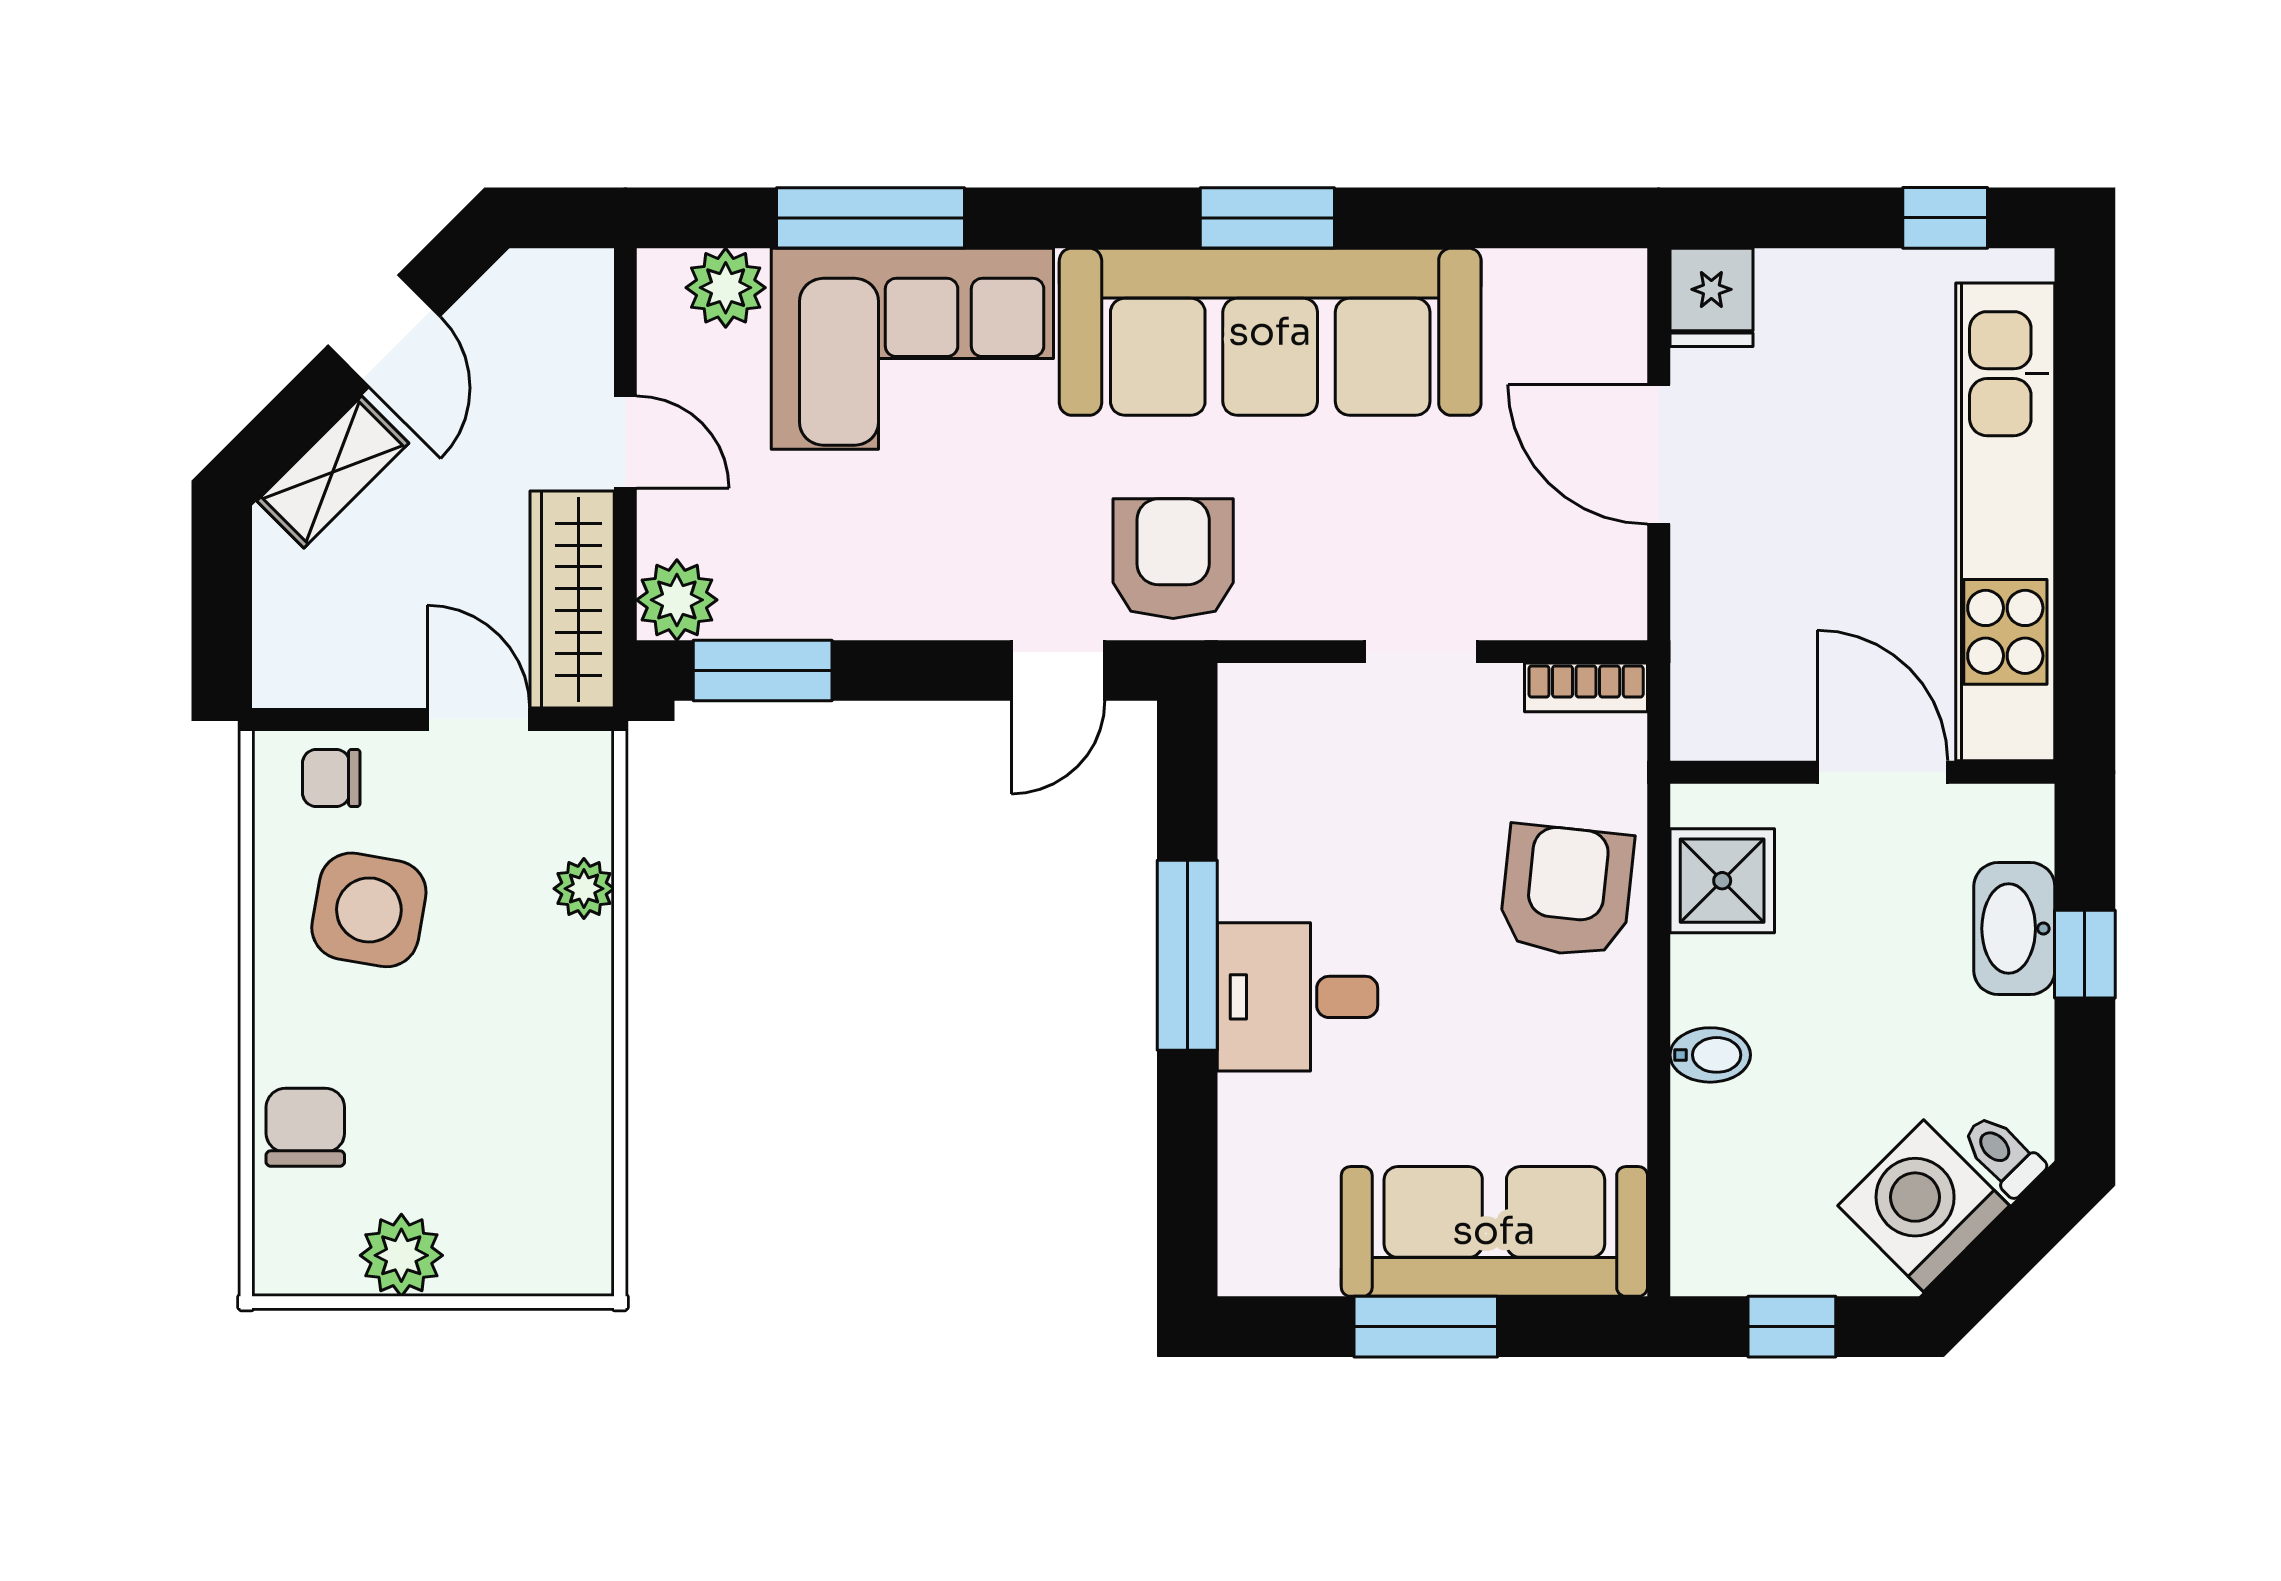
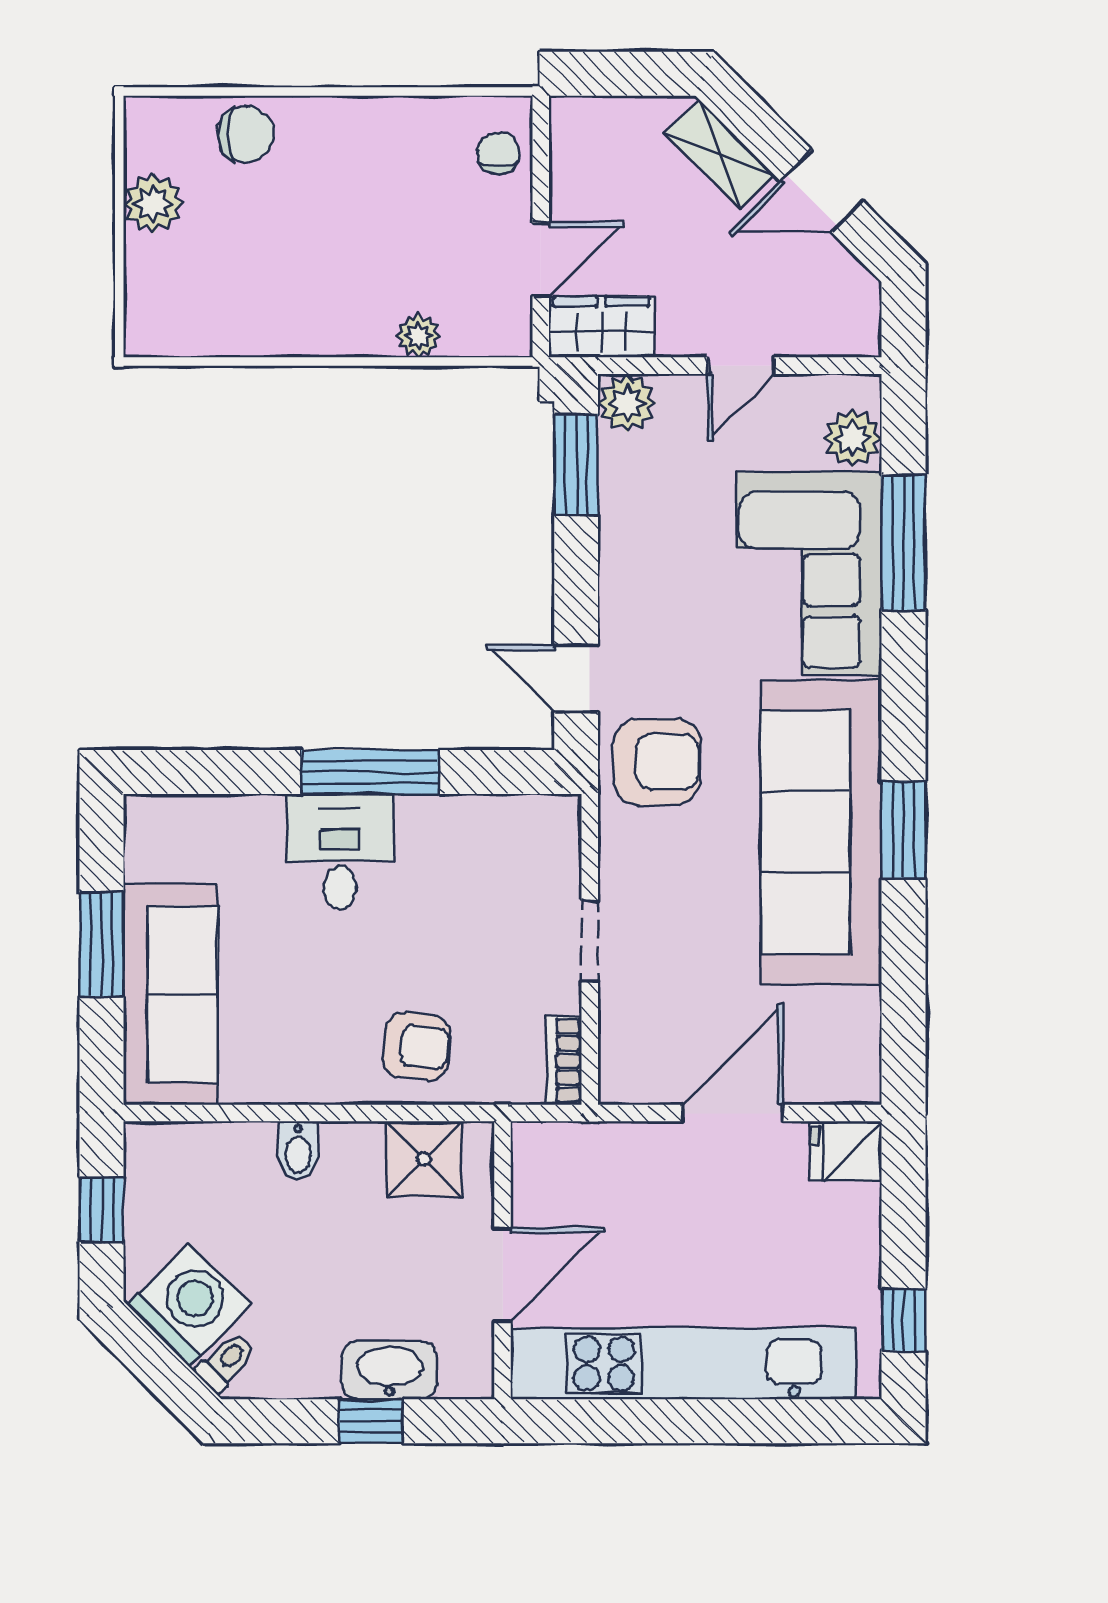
wardrobe: (572, 599) -> (601, 327), width x0.67
armchair: (1567, 891) -> (417, 1046), width x0.72, depth x0.72
side table: (369, 910) -> (403, 180), removed

